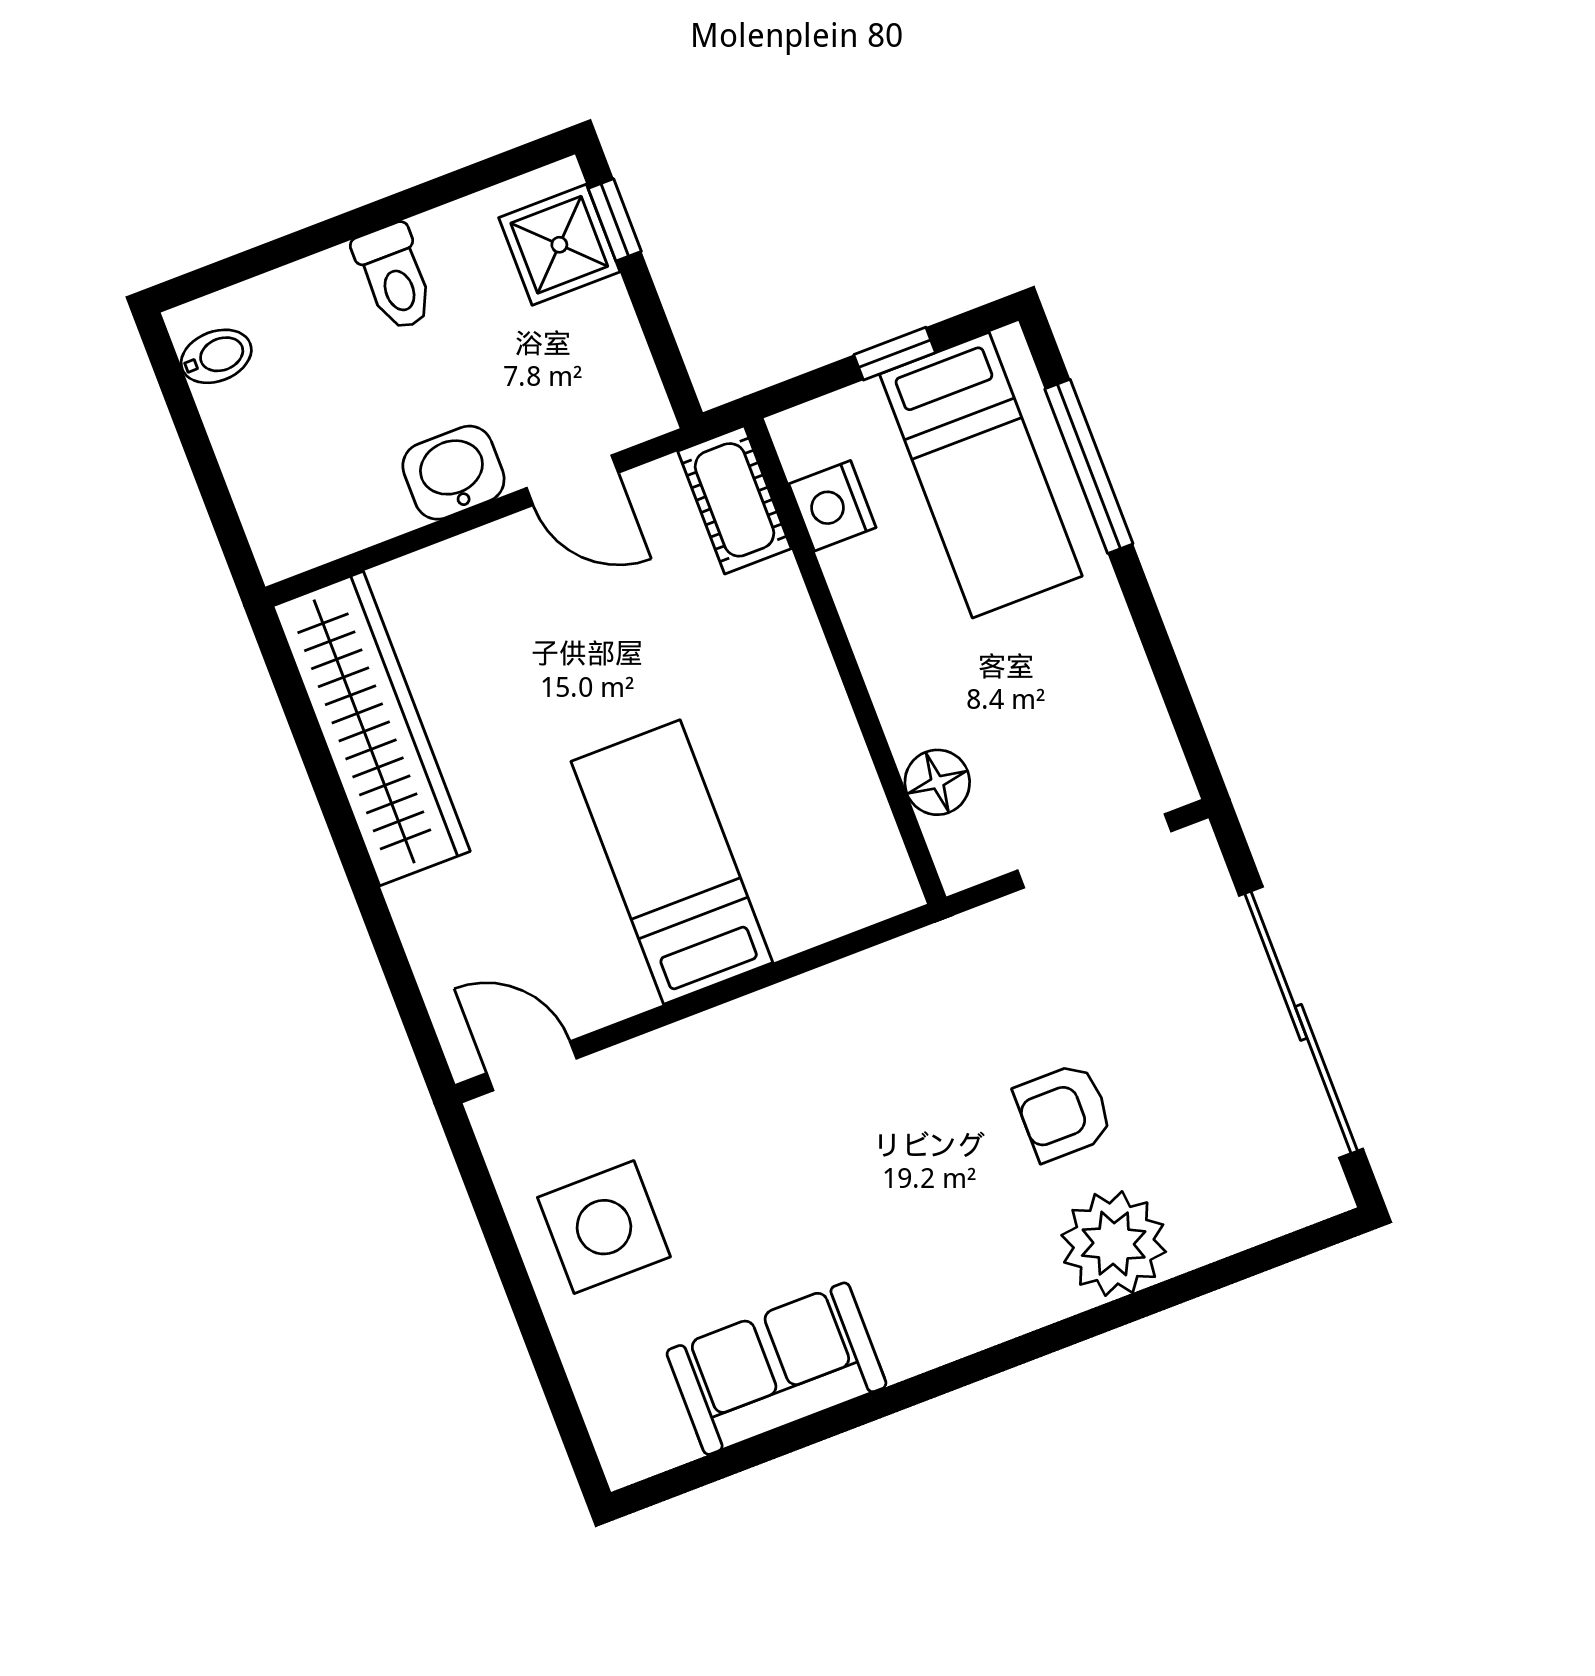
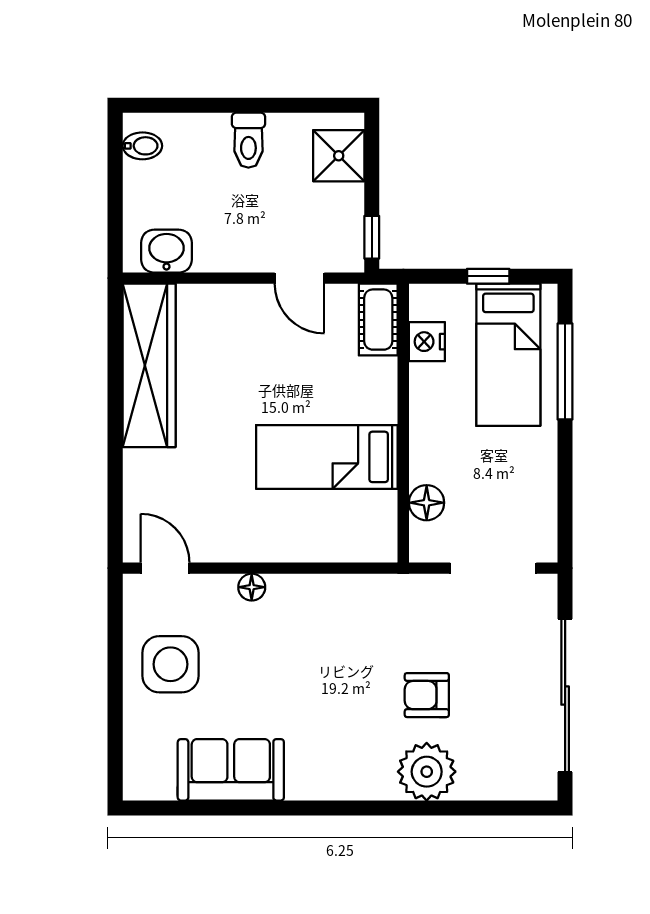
window: (615, 220) -> (372, 237), moved
washbasin: (453, 473) -> (166, 251), moved
bed: (672, 862) -> (327, 457), moved, turned -90
floor lamp: (693, 1042) -> (252, 587), added

